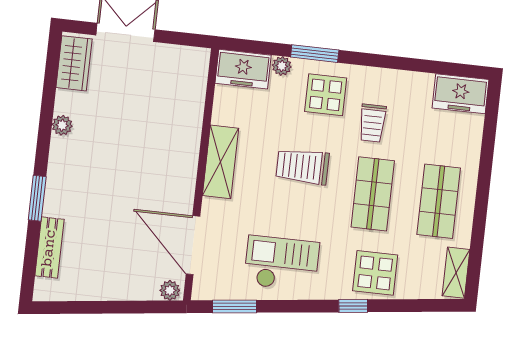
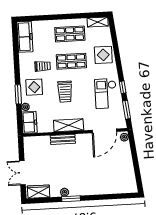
freezer: (460, 94) -> (25, 37), width x1.40
window: (37, 198) -> (71, 199), moved
bench: (49, 248) -> (63, 139), moved
window: (353, 306) -> (123, 87), moved

